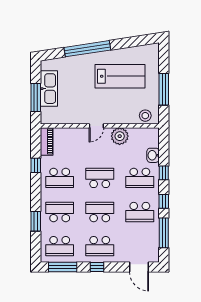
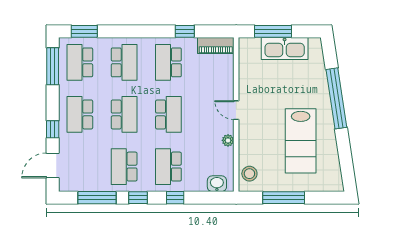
plant: (120, 136) -> (228, 140), width x0.53, depth x0.53
washbasin: (153, 155) -> (217, 184), moved
window: (36, 221) -> (84, 31), moved
window: (97, 267) -> (53, 129), moved

